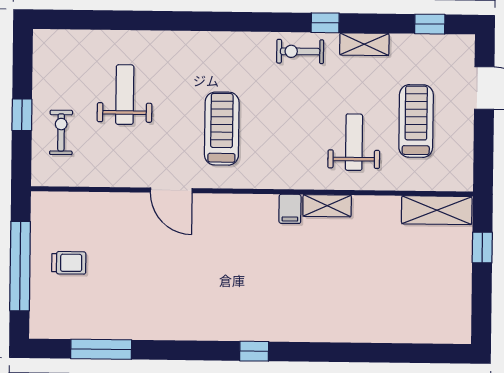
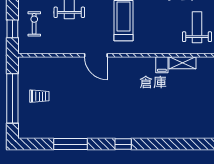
window: (22, 115) -> (12, 29), moved
window: (101, 349) -> (70, 144), moved
window: (254, 351) -> (123, 144), moved

